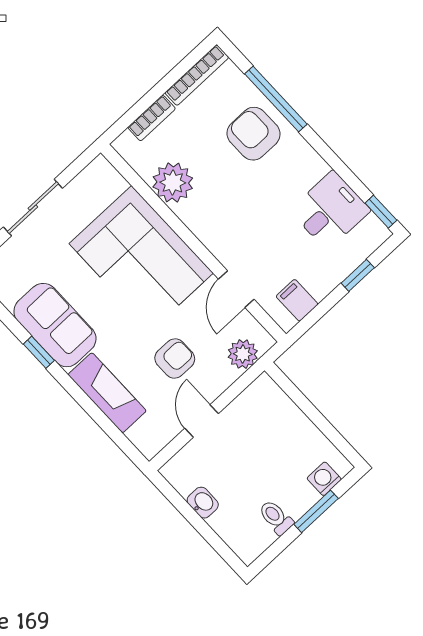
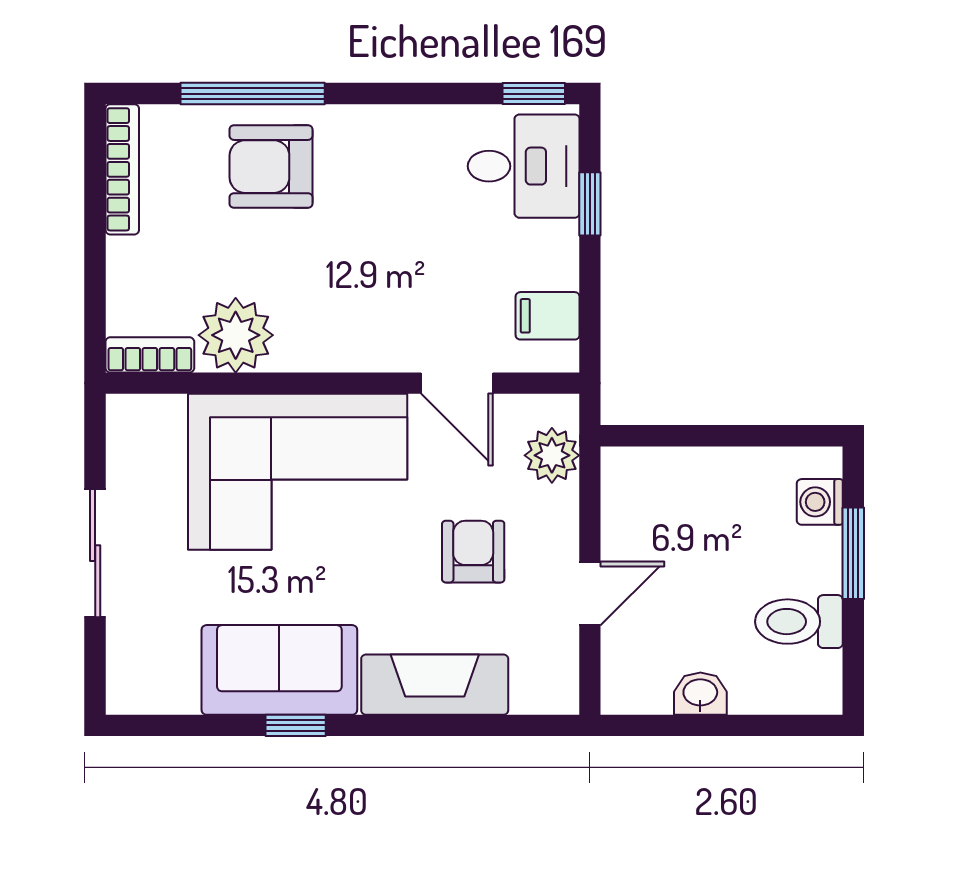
bookcase: (152, 118) -> (150, 355), moved, turned -90
desk: (330, 210) -> (524, 166), moved, turned 90
door: (202, 421) -> (590, 593), swing flipped
toilet: (276, 517) -> (799, 622), width x1.37, depth x1.39

